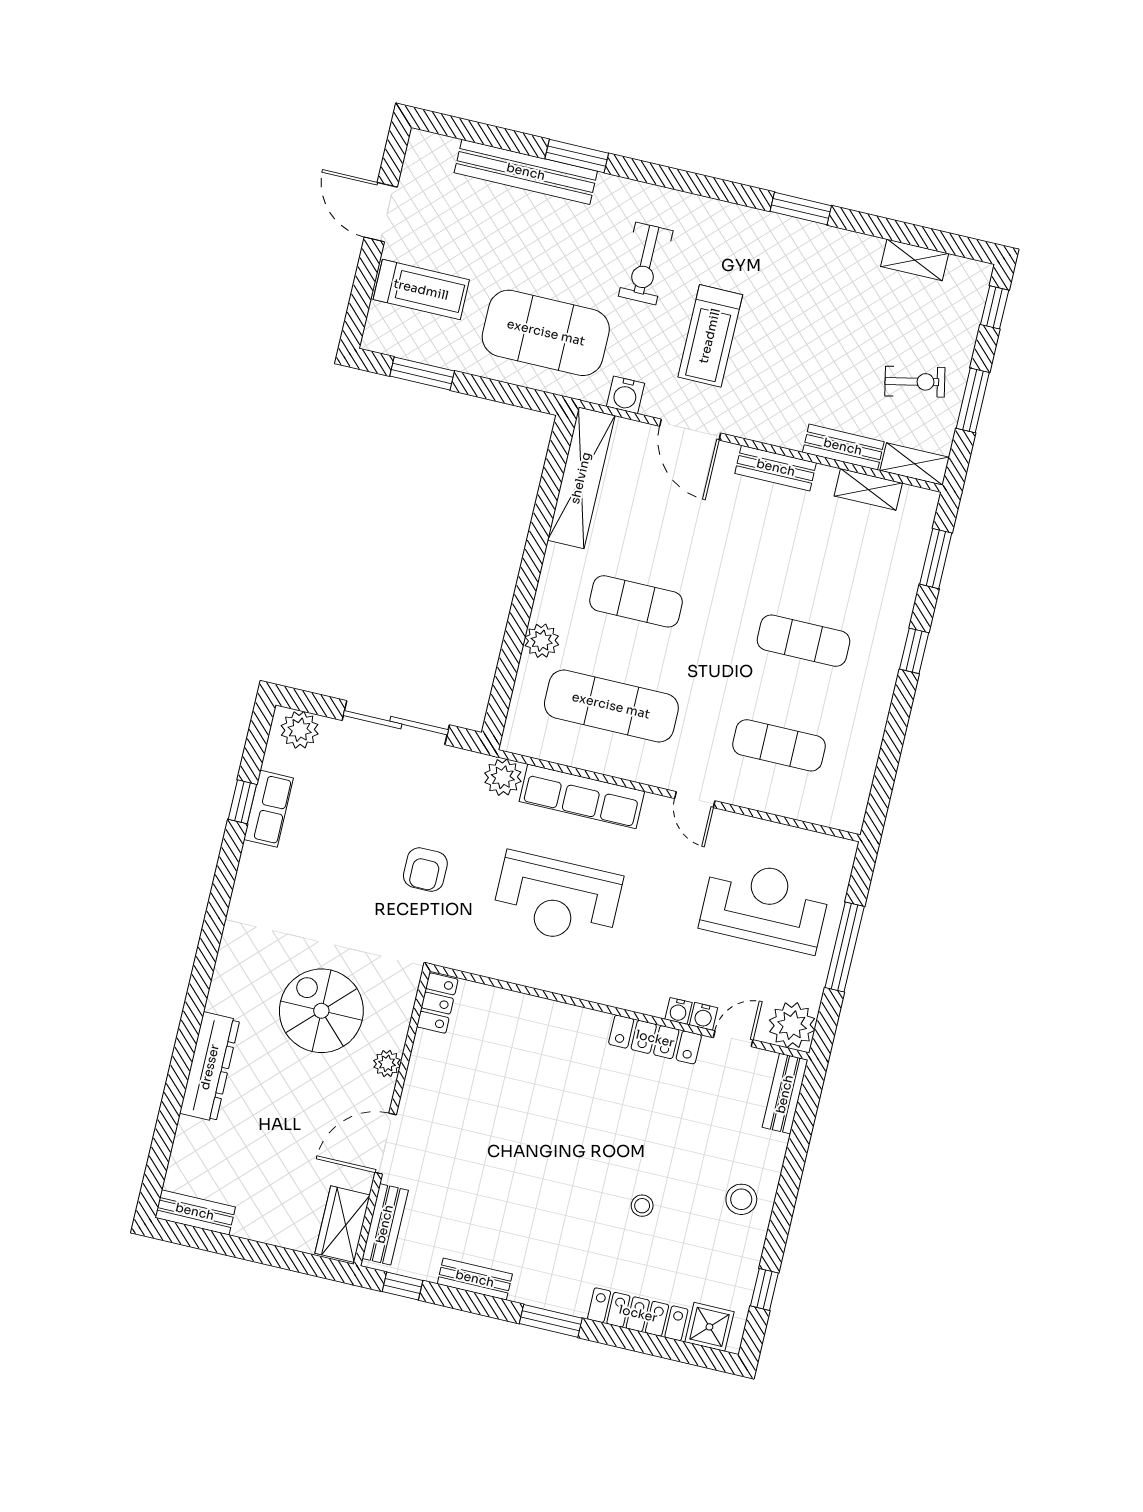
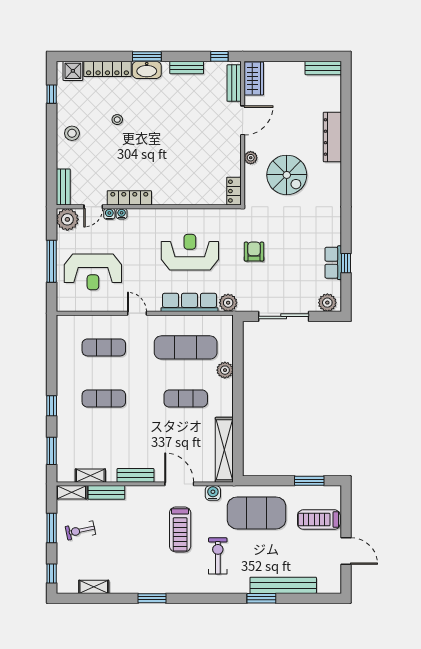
treadmill: (710, 336) -> (180, 529), turned 180
washbasin: (558, 1293) -> (147, 70), added

